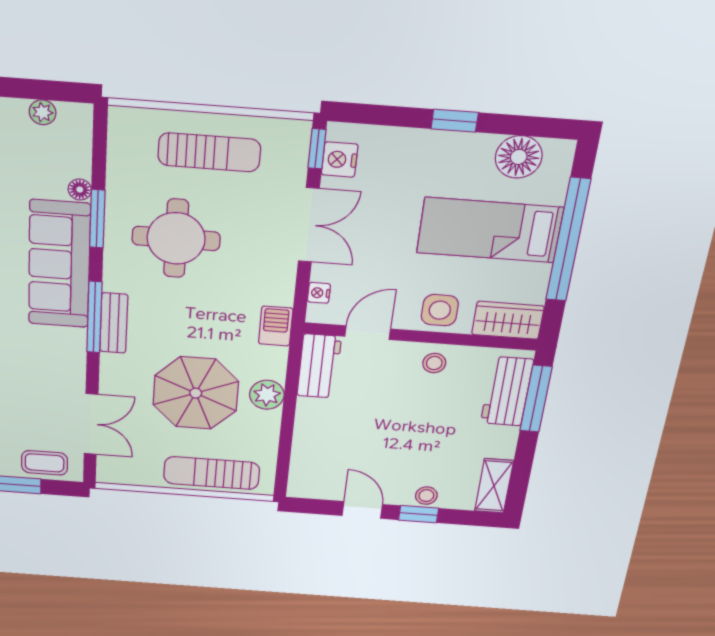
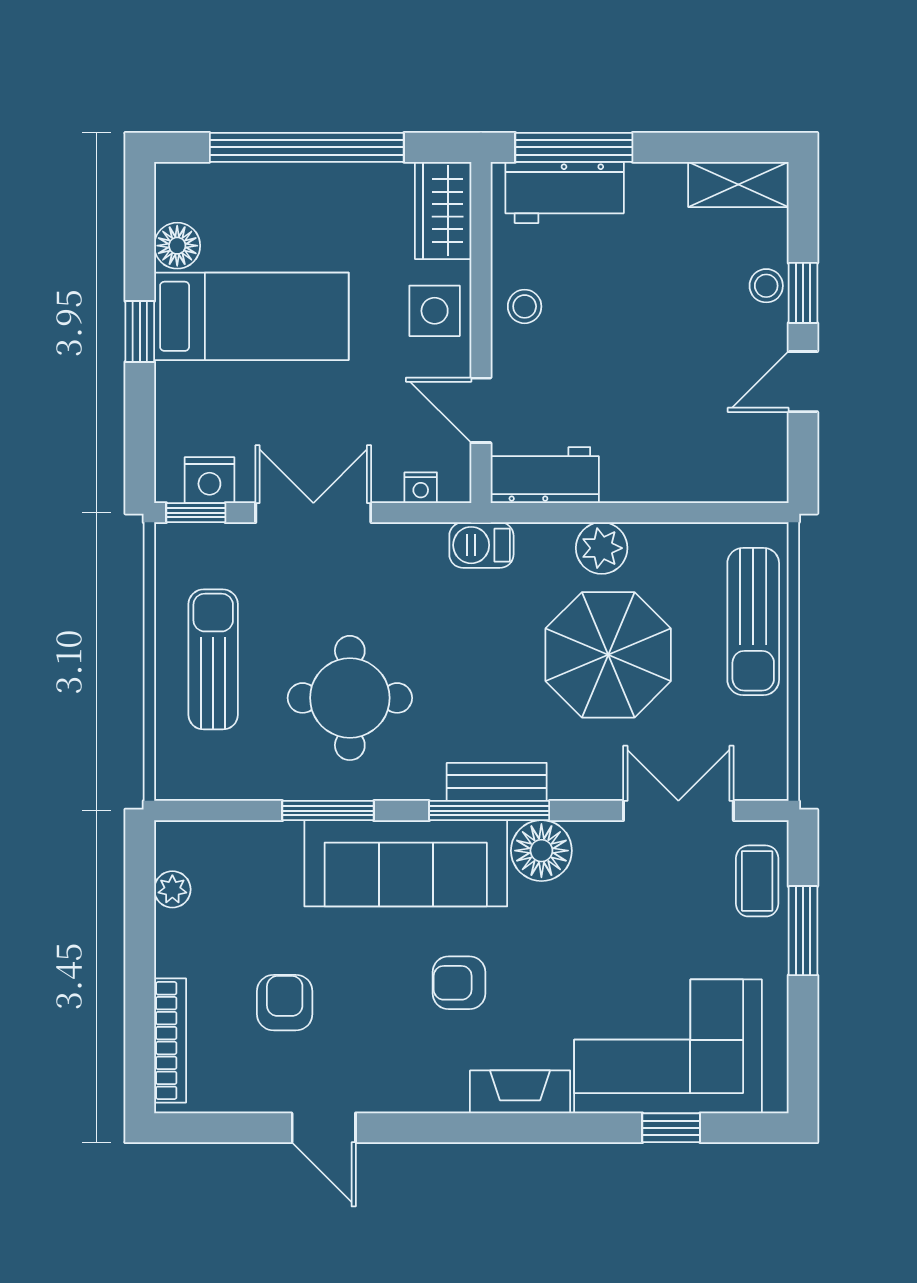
floor lamp: (519, 157) -> (177, 246), width x0.73, depth x0.73
floor lamp: (80, 190) -> (541, 851), moved, width x1.89, depth x1.89
bed: (490, 230) -> (251, 316), moved, turned -90

